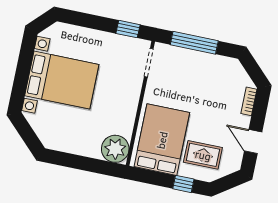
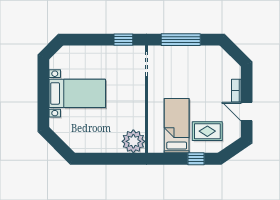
bed with nightstands: (62, 80) -> (77, 93), width x0.73
bookcase: (249, 101) -> (236, 91), moved
bed: (162, 140) -> (177, 126), width x0.67

